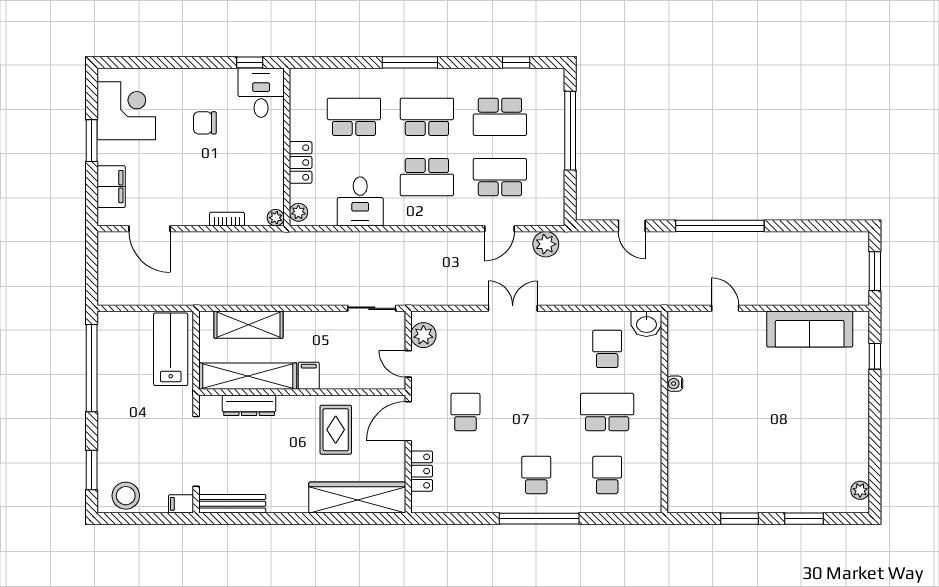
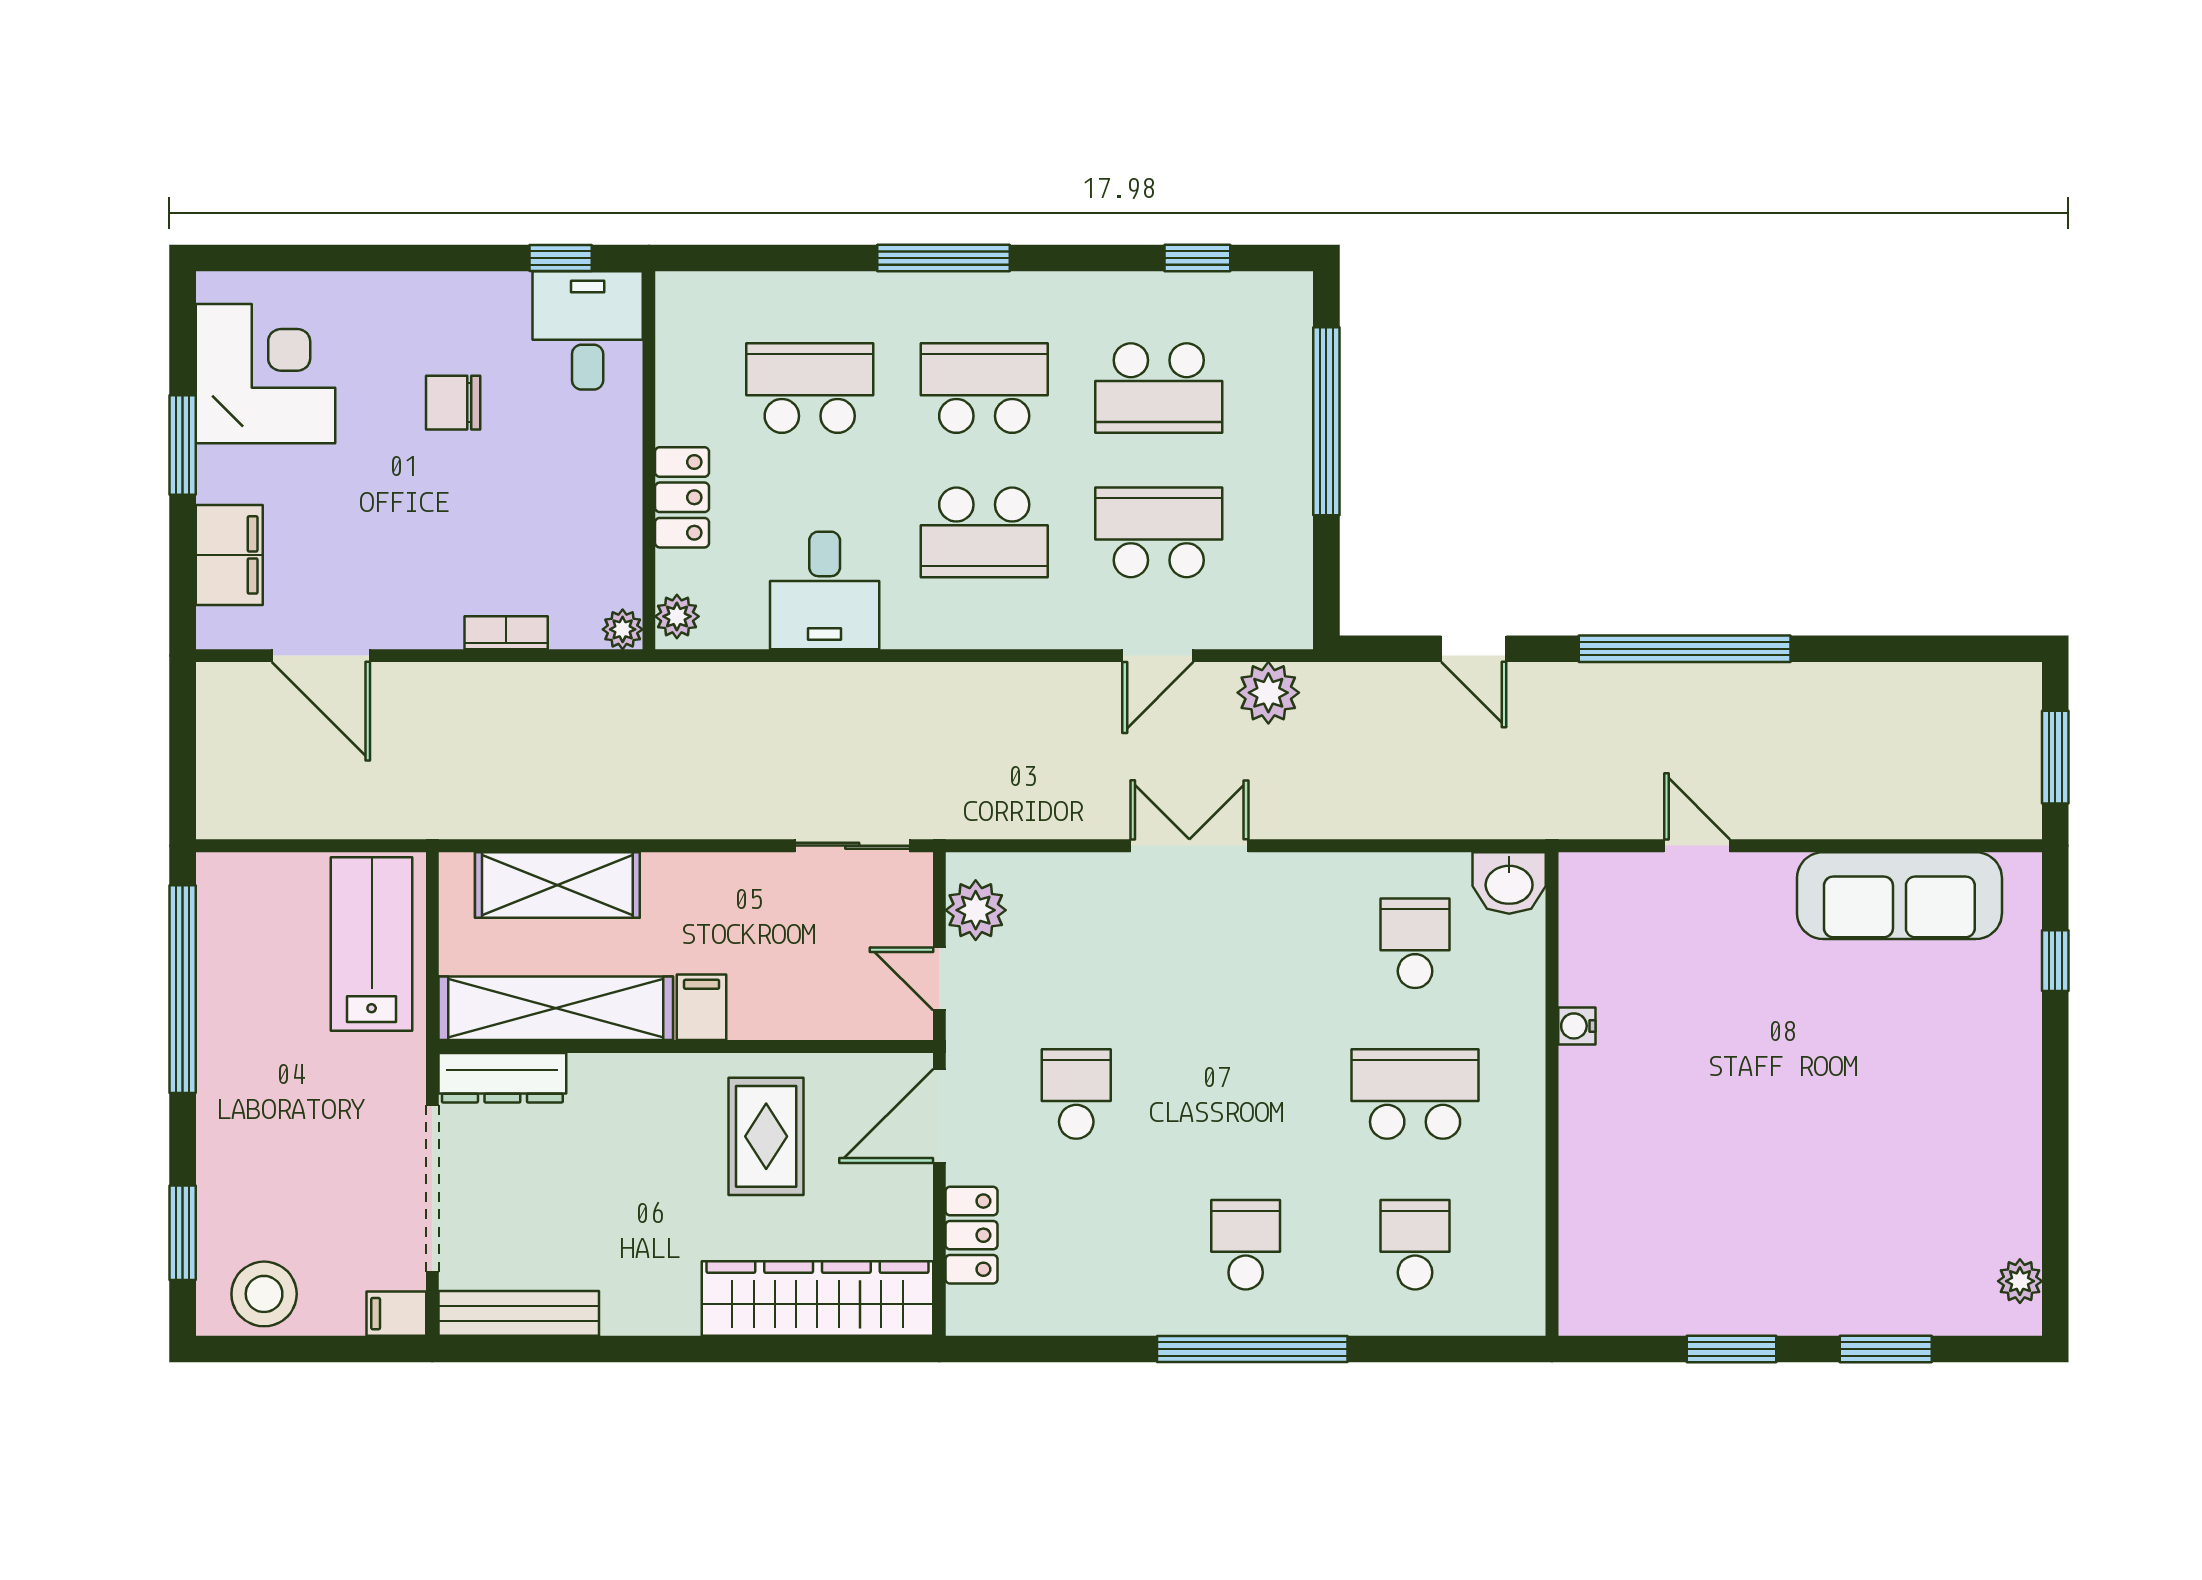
dresser: (249, 405) -> (502, 1078), moved

